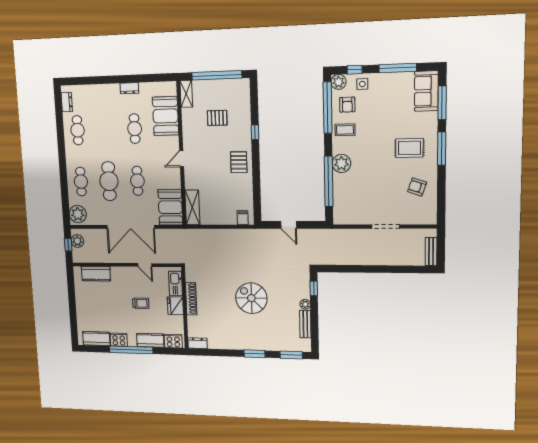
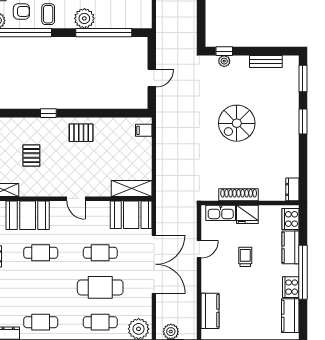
plant: (305, 304) -> (224, 61), moved

